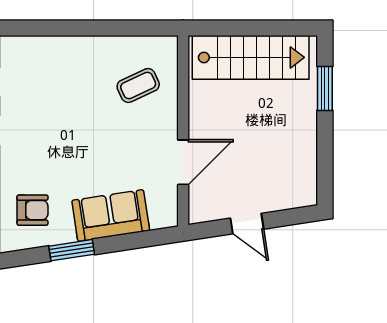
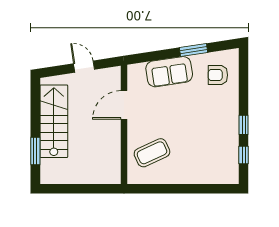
stairs: (251, 57) -> (54, 121), moved, turned 90
coffee table: (138, 85) -> (152, 153), width x1.36, depth x1.30

